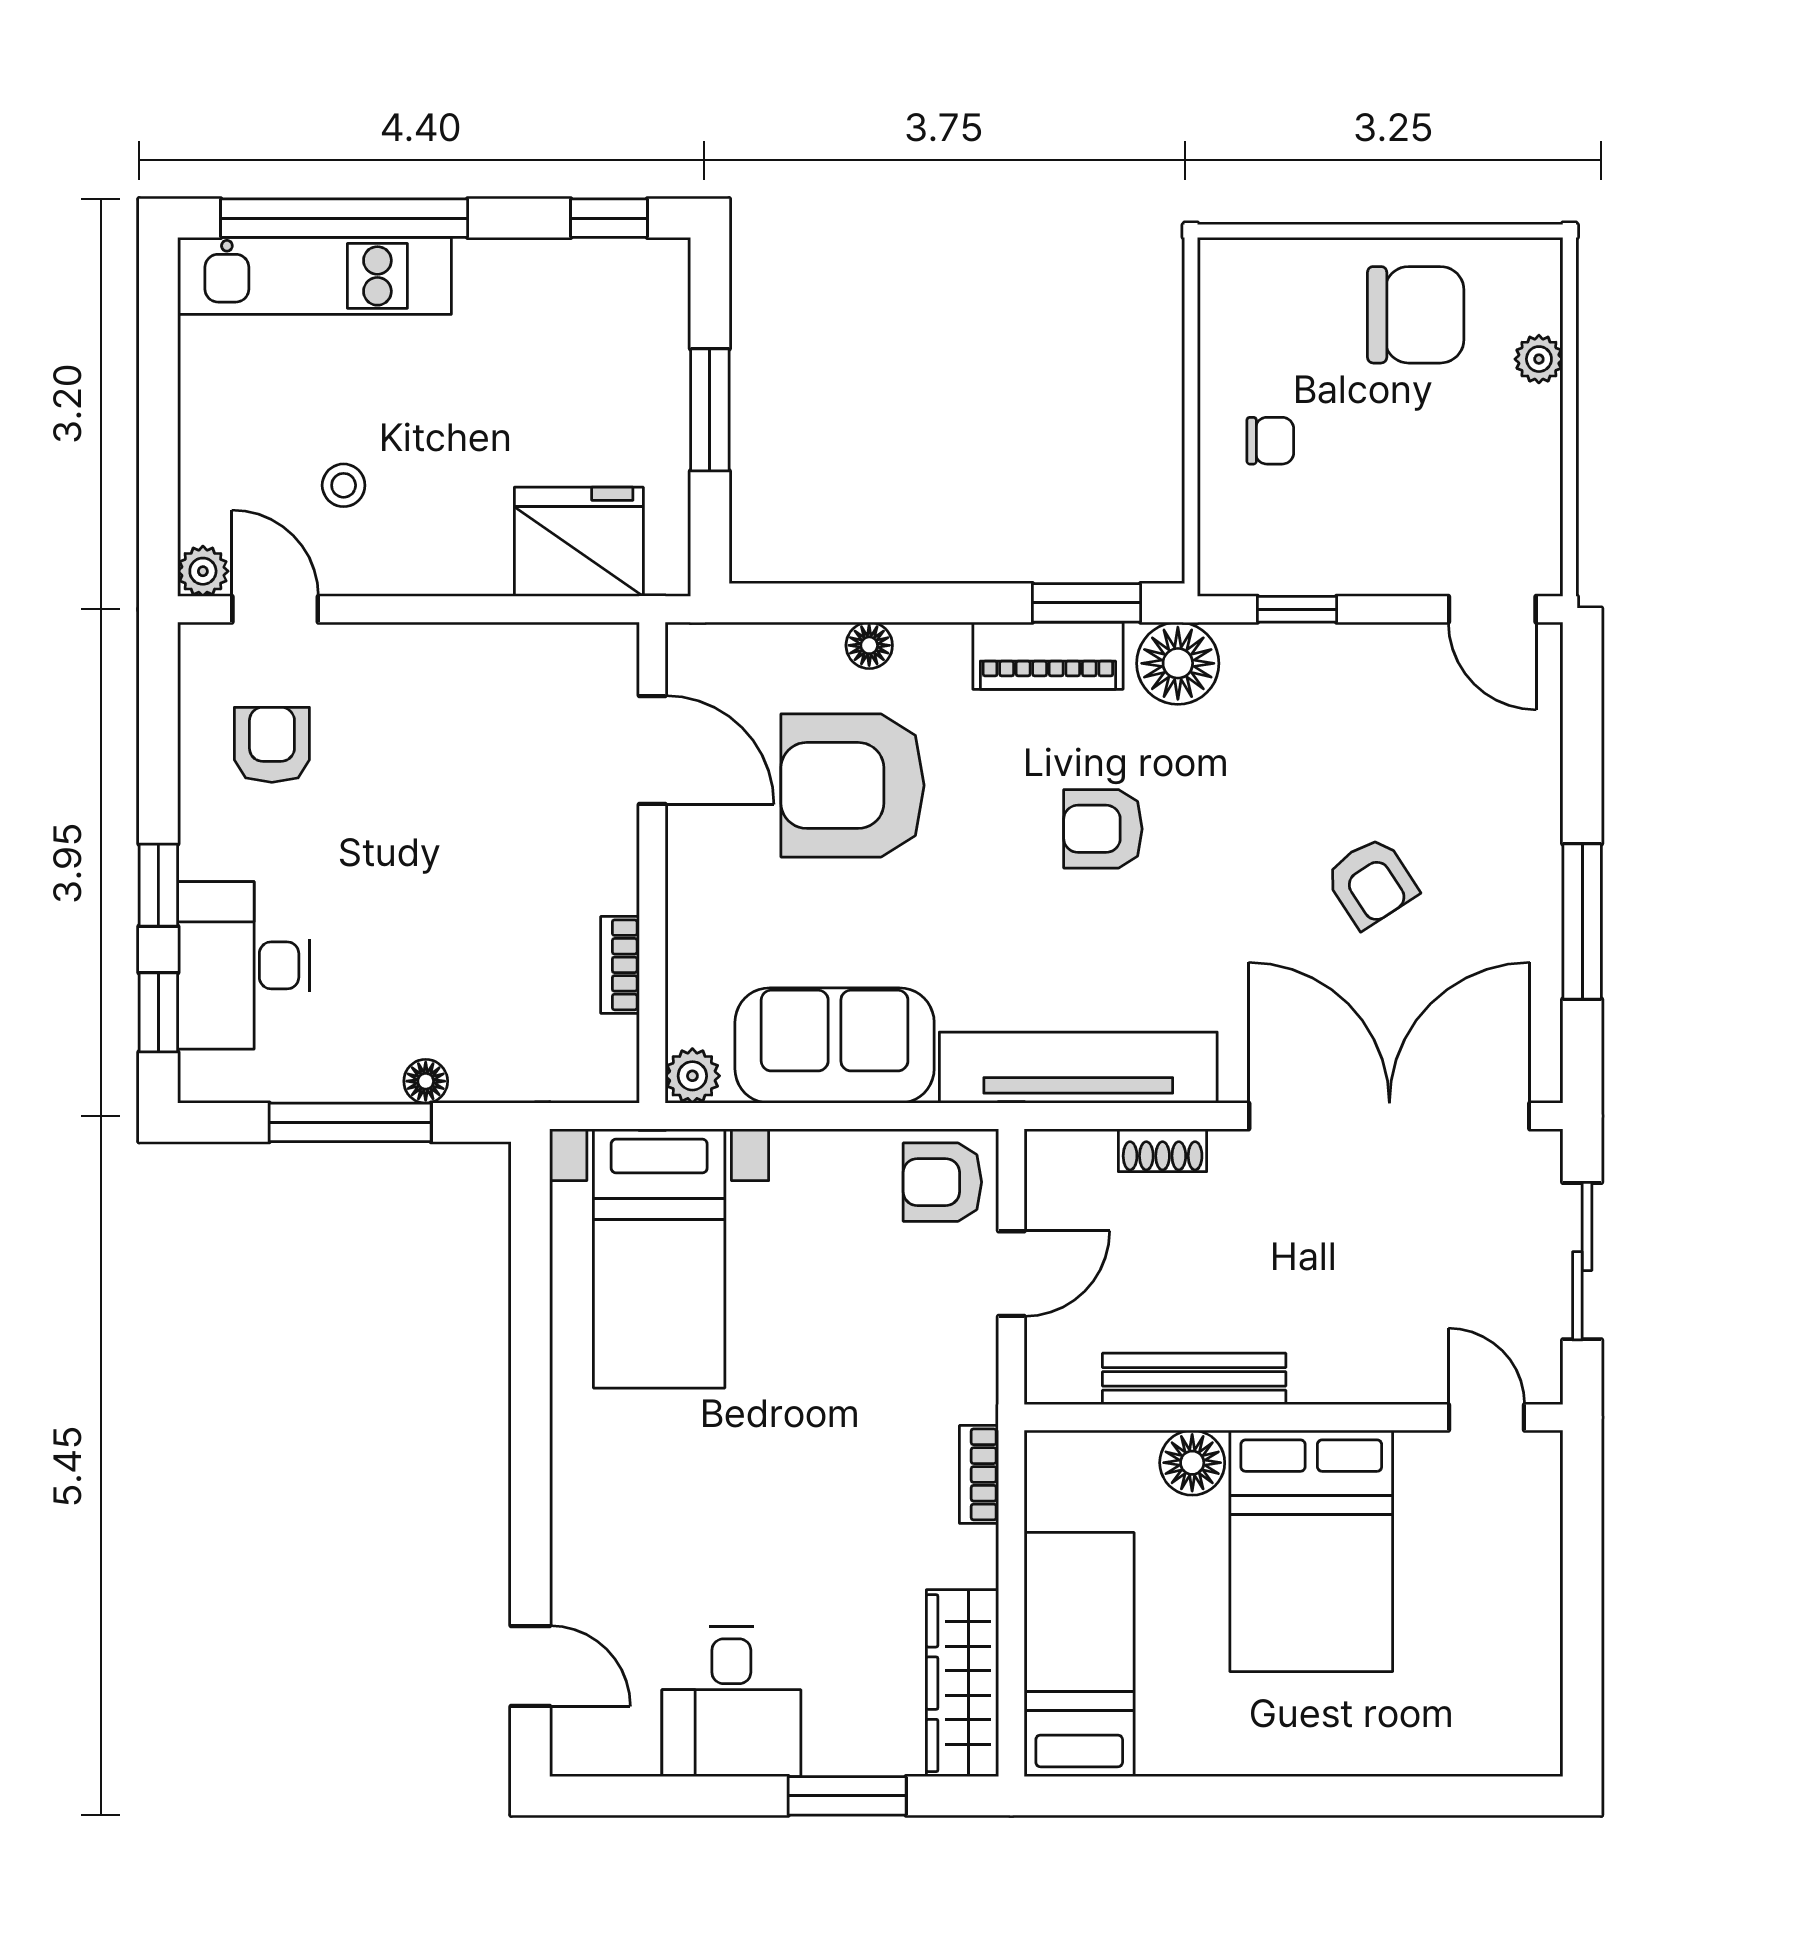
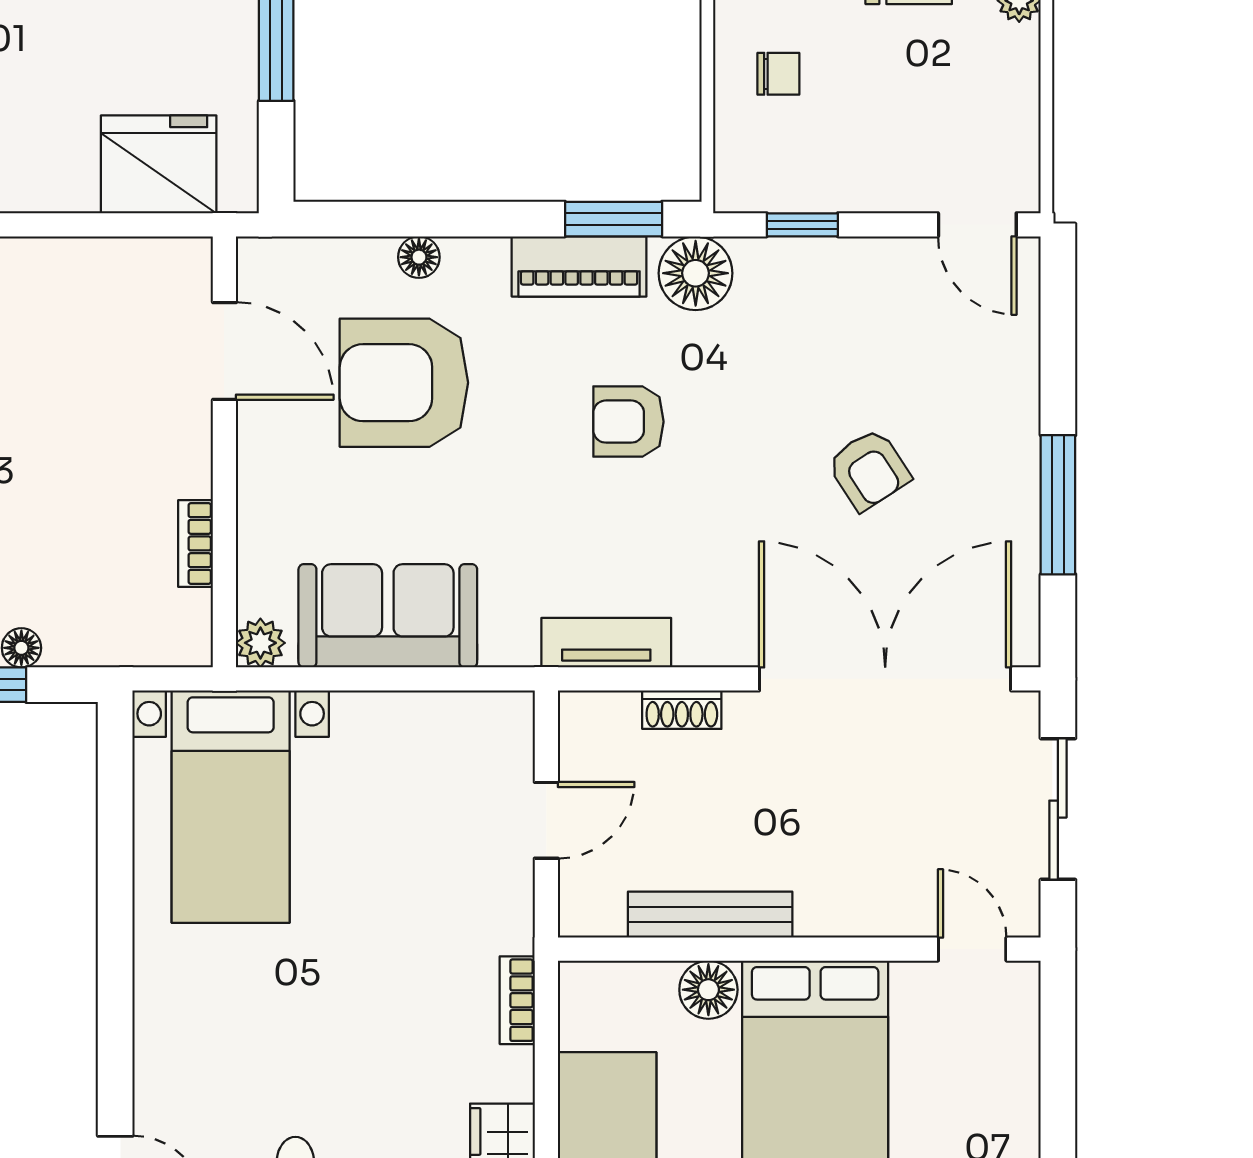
tv unit: (1078, 1068) -> (606, 643), width x0.52, depth x0.78
armchair: (942, 1182) -> (484, 738), removed

